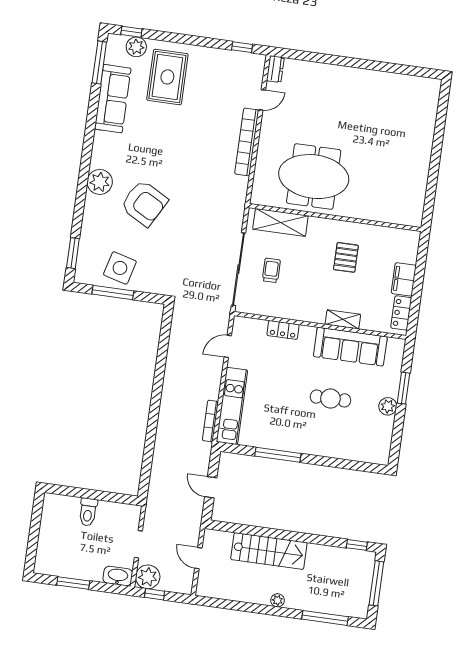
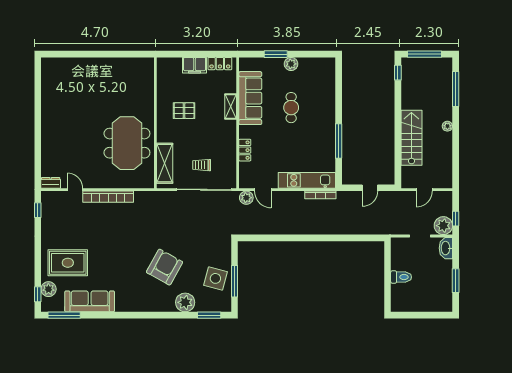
plant: (100, 182) -> (185, 302), moved
plant: (220, 323) -> (246, 198), added

